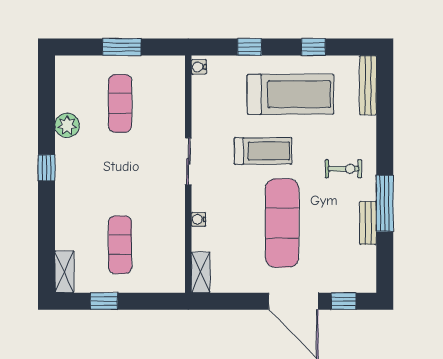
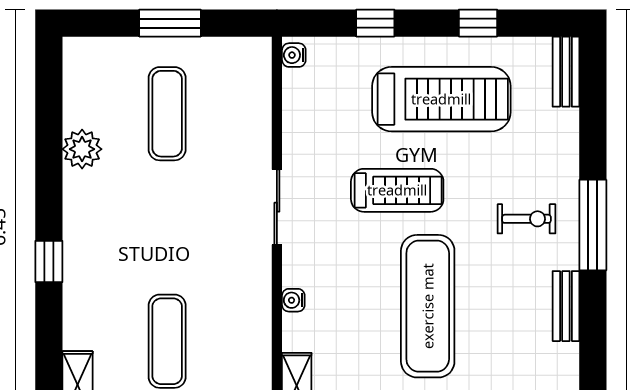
bench: (368, 85) -> (566, 72), width x0.73
window: (46, 168) -> (49, 261), moved
window: (385, 203) -> (593, 225), moved

